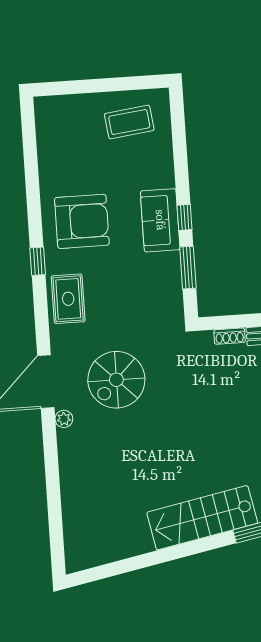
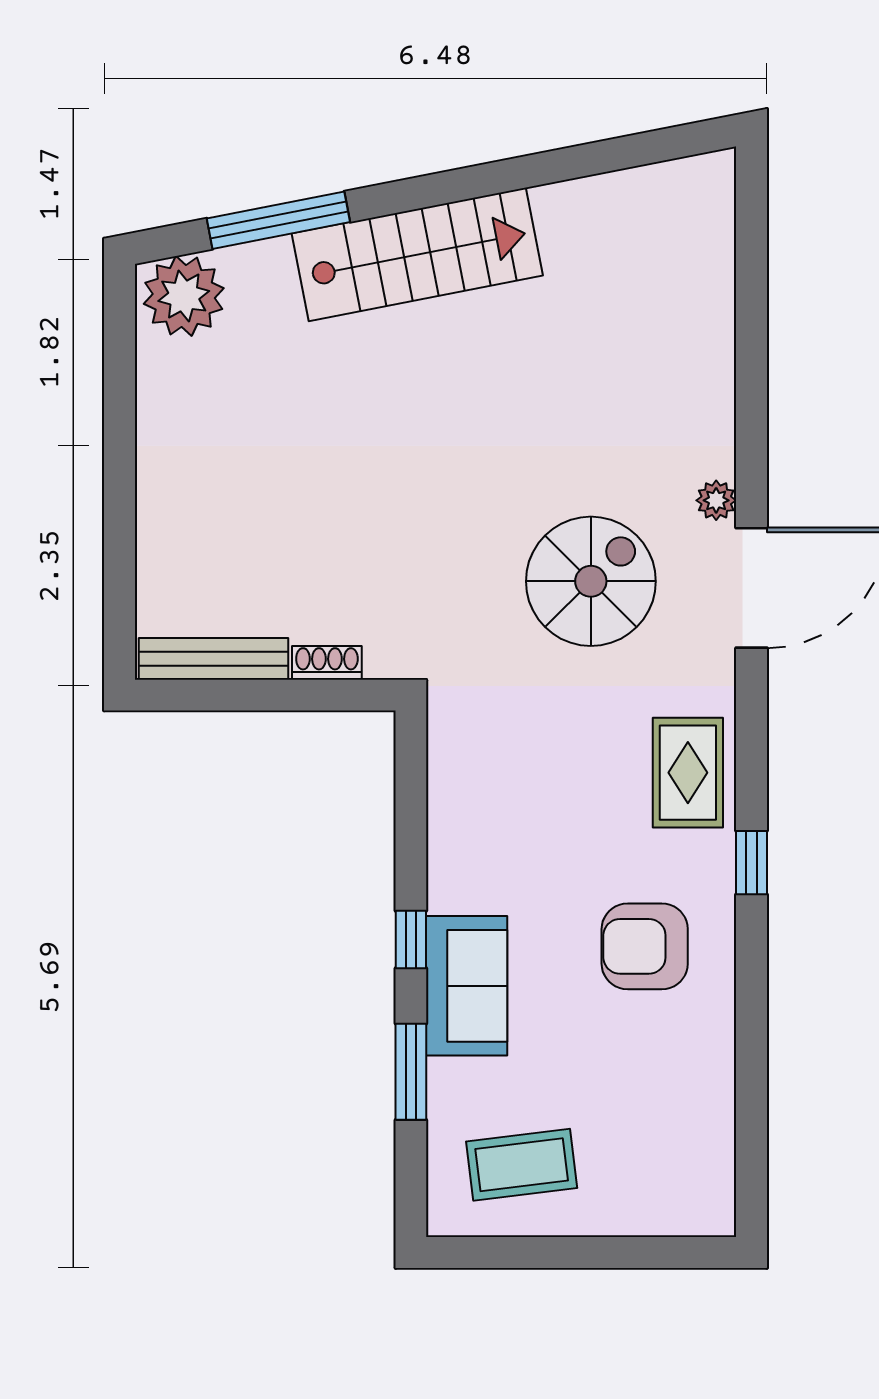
sofa: (160, 220) -> (467, 986), moved
armchair: (82, 221) -> (645, 946), width x0.73, depth x0.73
window: (188, 268) -> (411, 1072), moved

